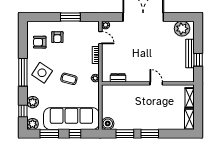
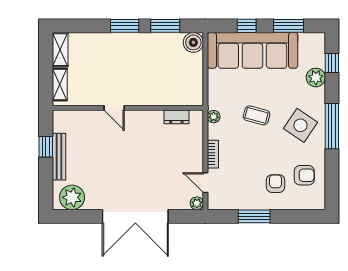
plant: (33, 124) -> (316, 42), removed

